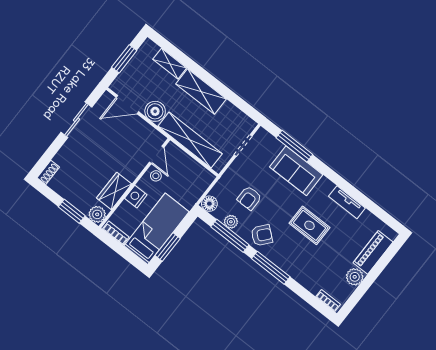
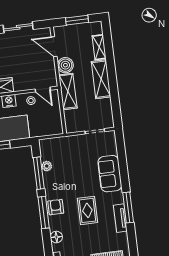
shelving: (190, 140) -> (68, 91), width x0.68
window: (294, 146) -> (128, 207), moved
door: (157, 155) -> (43, 90), hinge flipped
armchair: (249, 198) -> (70, 163), removed
floor lamp: (209, 204) -> (56, 237), moved
armchair: (262, 235) -> (56, 207), moved, turned -130

